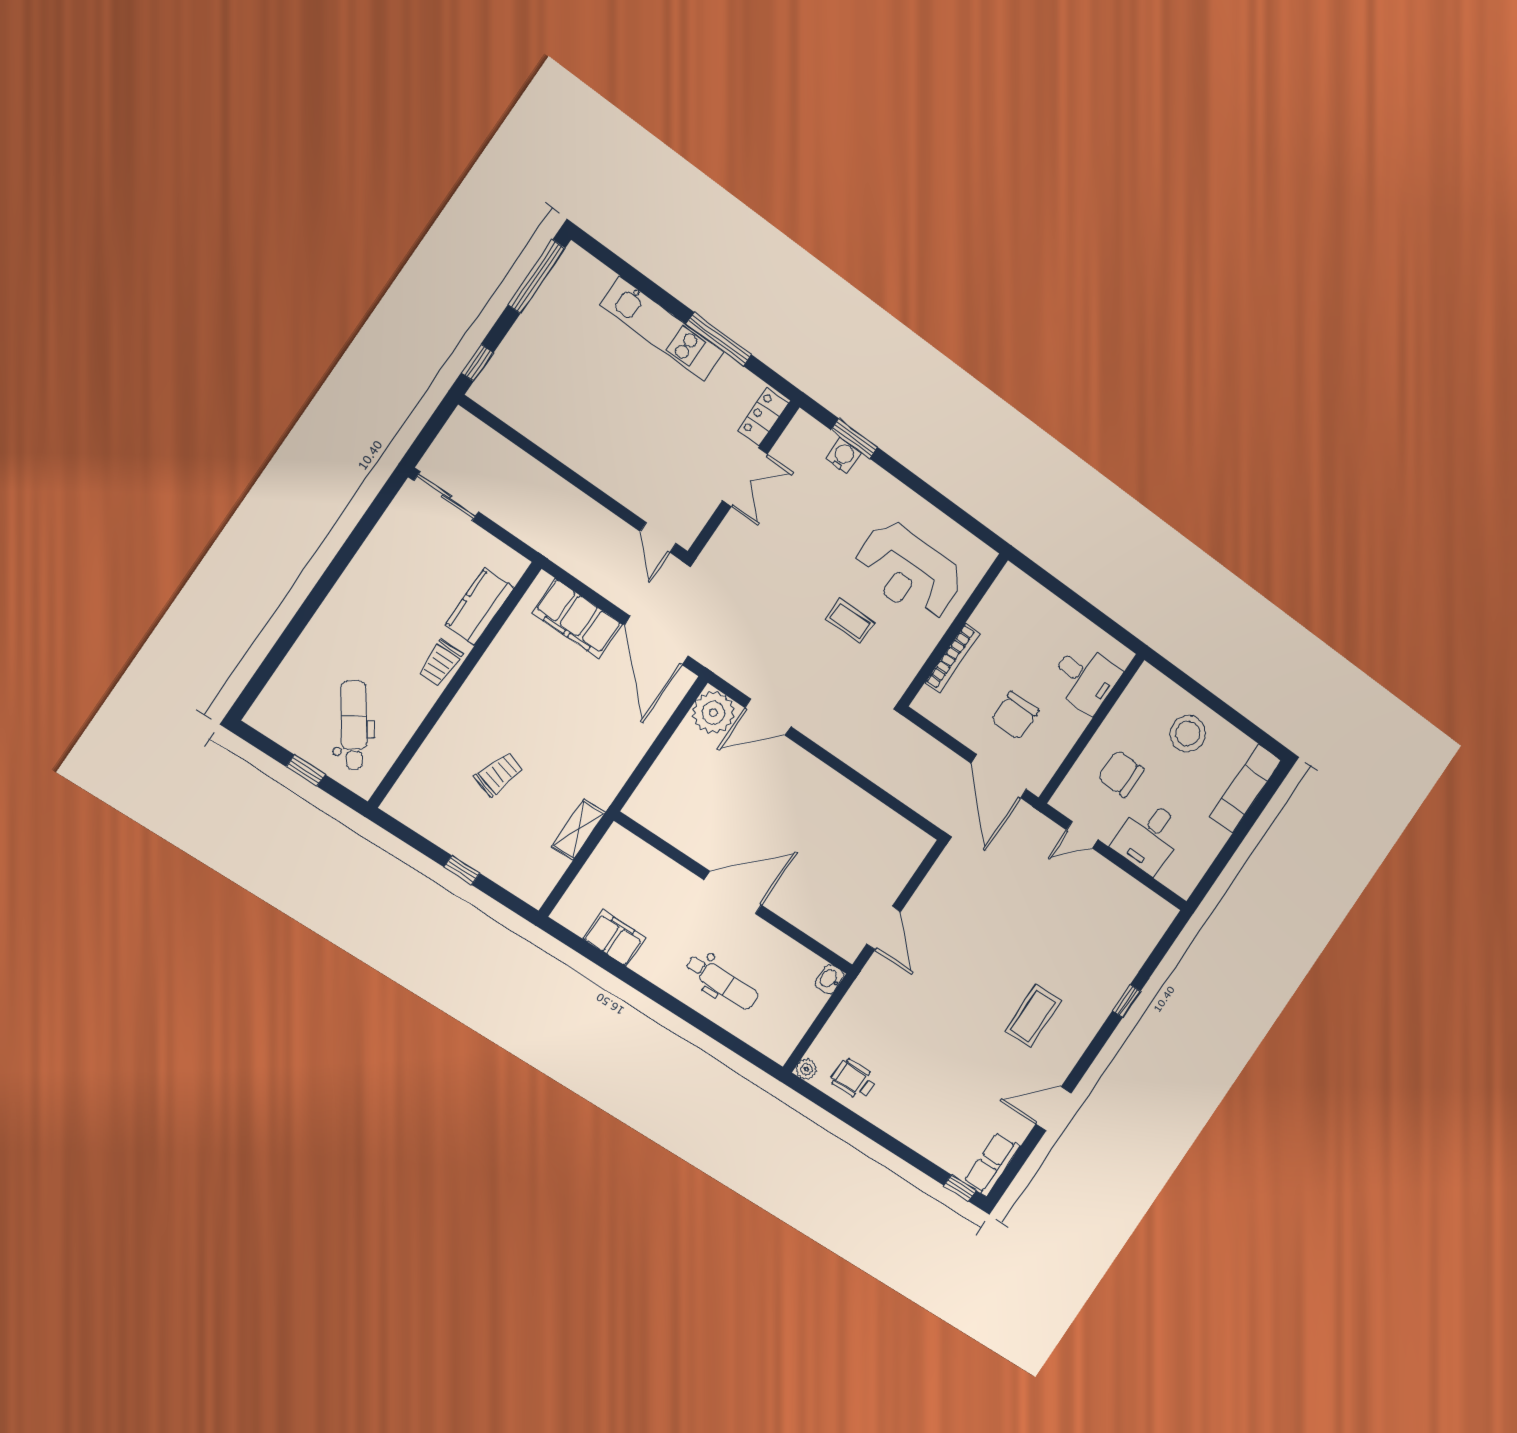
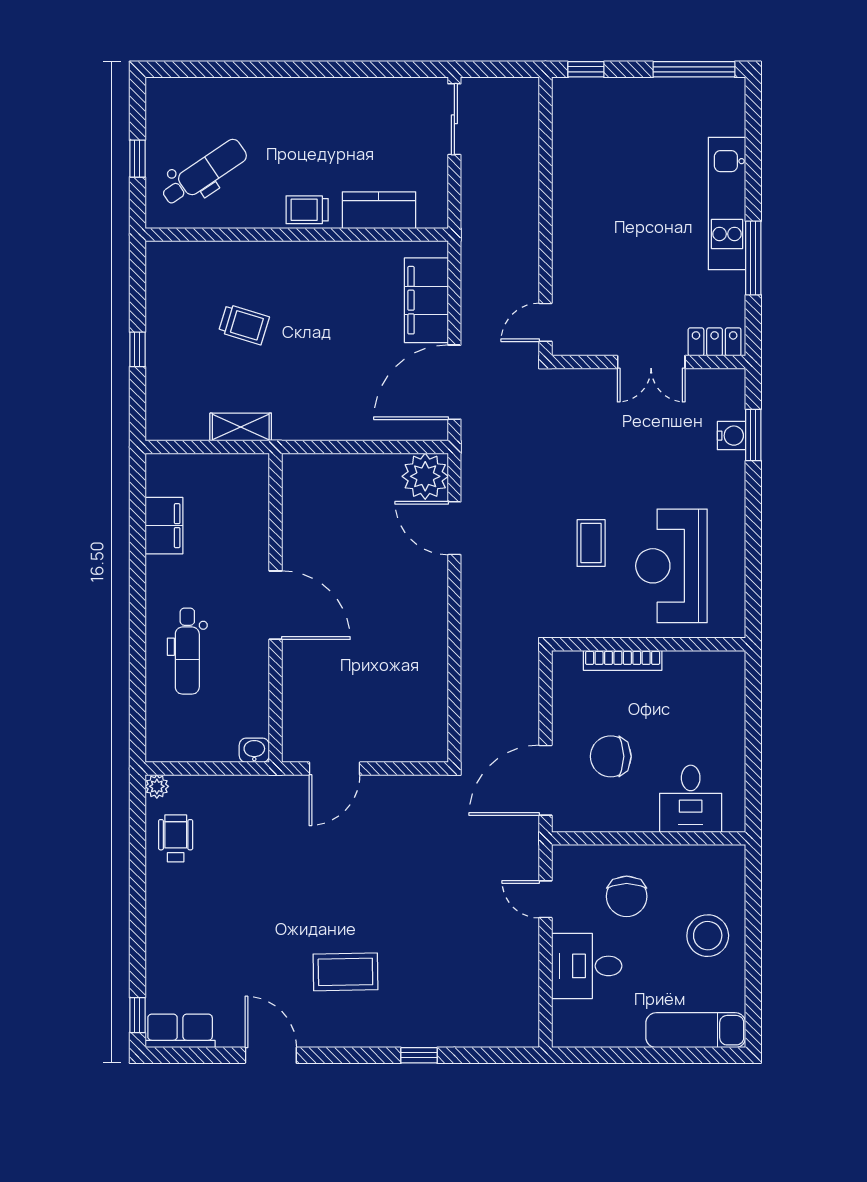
chair: (1121, 774) -> (627, 896), turned 180

